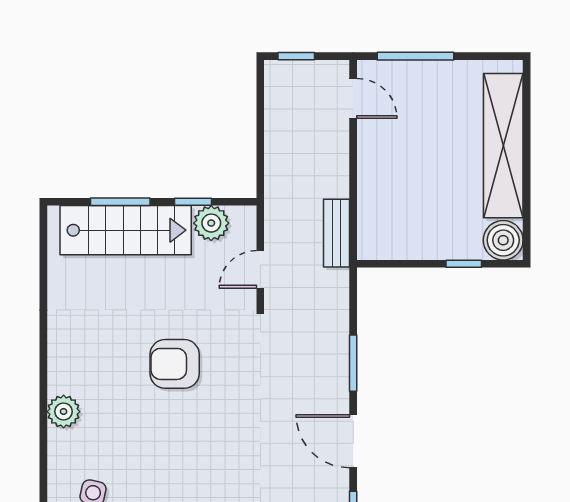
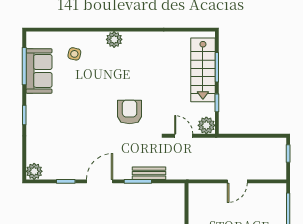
door: (353, 98) -> (237, 181), moved
plant: (211, 223) -> (206, 125), moved
bench: (337, 233) -> (149, 173), moved
armchair: (175, 364) -> (130, 112), moved

